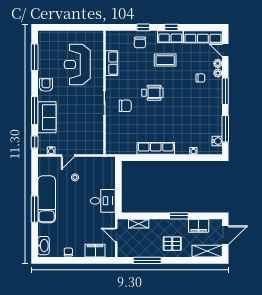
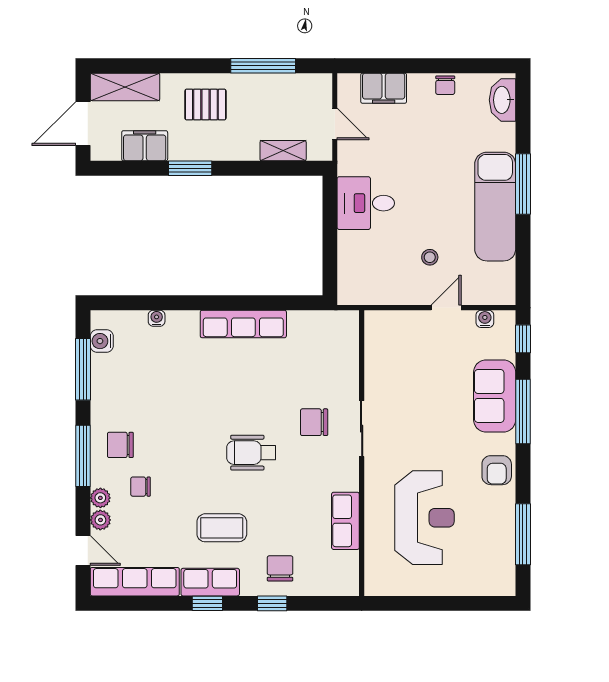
chair: (209, 96) -> (120, 445), added

